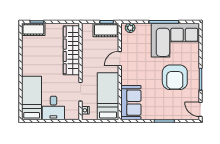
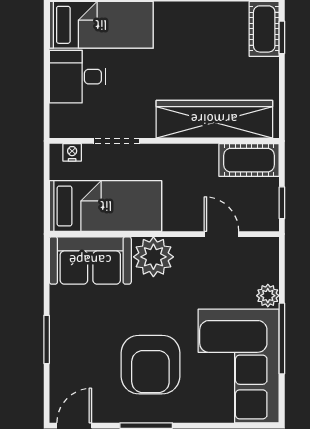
plant: (130, 28) -> (268, 296), moved
cot: (106, 30) -> (249, 160), moved, turned 90
door: (120, 59) -> (221, 234), moved
plant: (129, 76) -> (153, 257), added
armchair: (175, 77) -> (150, 365), turned -90

